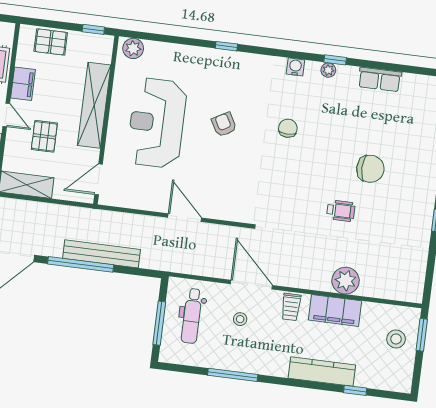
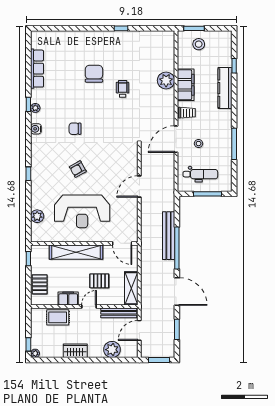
plant: (133, 48) -> (37, 216), moved
row of seats: (380, 79) -> (37, 69), width x1.48

